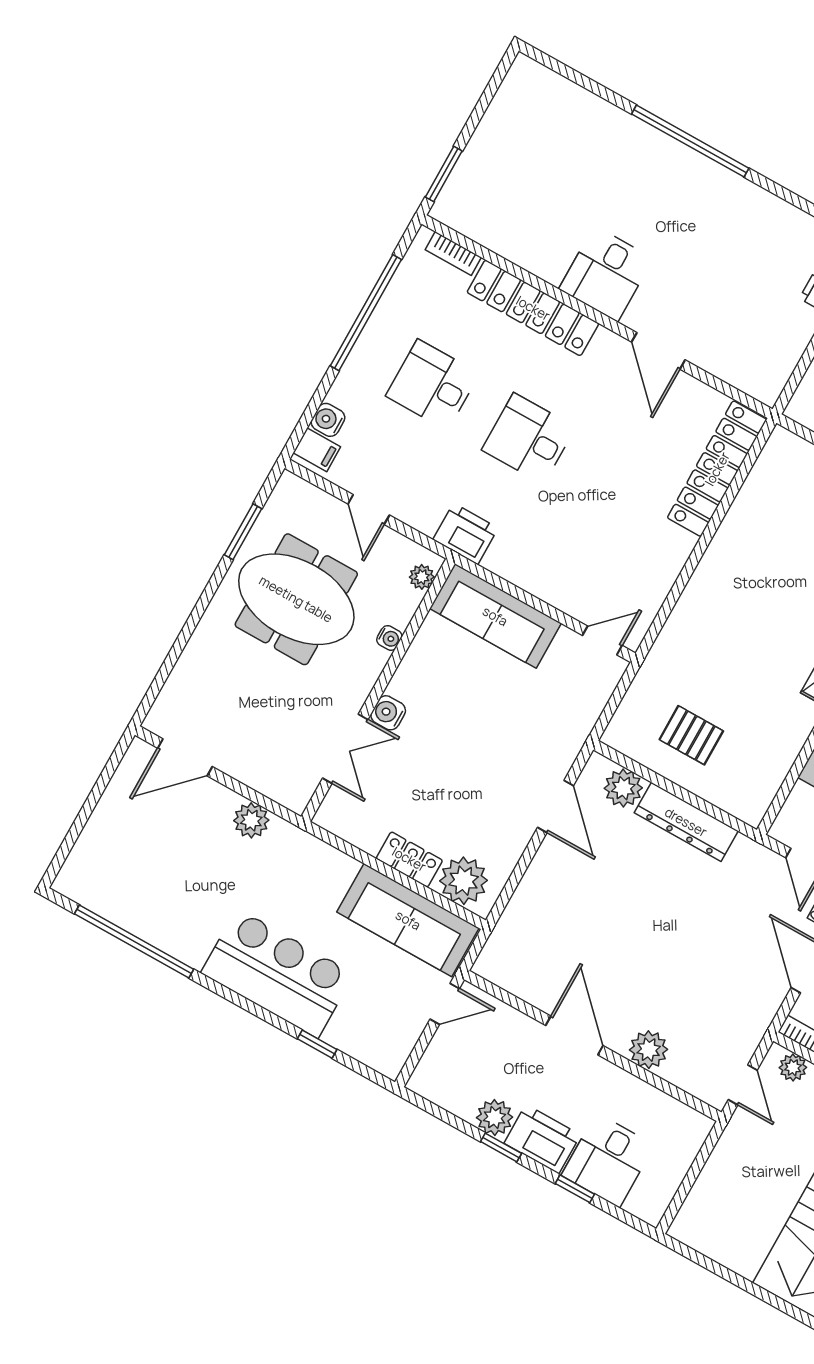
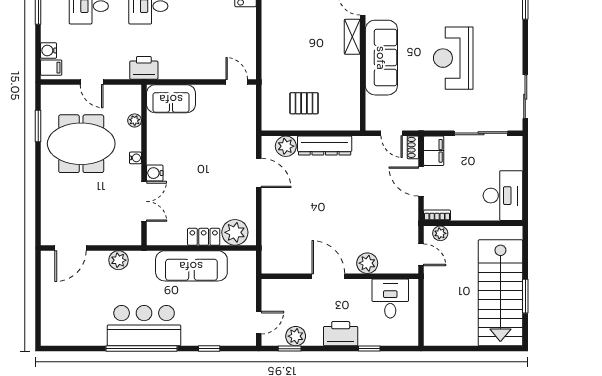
plant: (422, 577) -> (135, 120), moved
sofa: (495, 616) -> (171, 99), width x0.73
water cooler: (389, 638) -> (135, 158), moved
door: (602, 640) -> (237, 82), hinge flipped
sofa: (408, 920) -> (191, 266), moved
window: (134, 942) -> (142, 349), moved
bar counter: (277, 973) -> (144, 326), moved
door: (445, 1004) -> (259, 323), moved
plant: (495, 1117) -> (296, 336), moved
window: (501, 1147) -> (290, 349), moved
desk: (608, 1160) -> (390, 298), moved, turned 180

